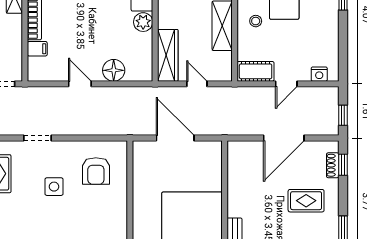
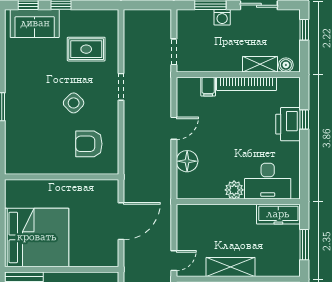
wardrobe: (168, 55) -> (202, 214), removed
door: (197, 84) -> (174, 261), moved
side table: (54, 187) -> (74, 103), turned 45

